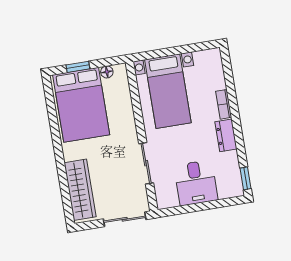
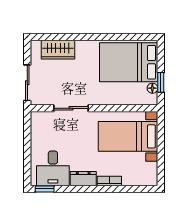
window: (78, 67) -> (161, 82), moved
desk: (196, 183) -> (53, 168), moved, turned -90
wardrobe: (80, 190) -> (58, 50), width x0.67

